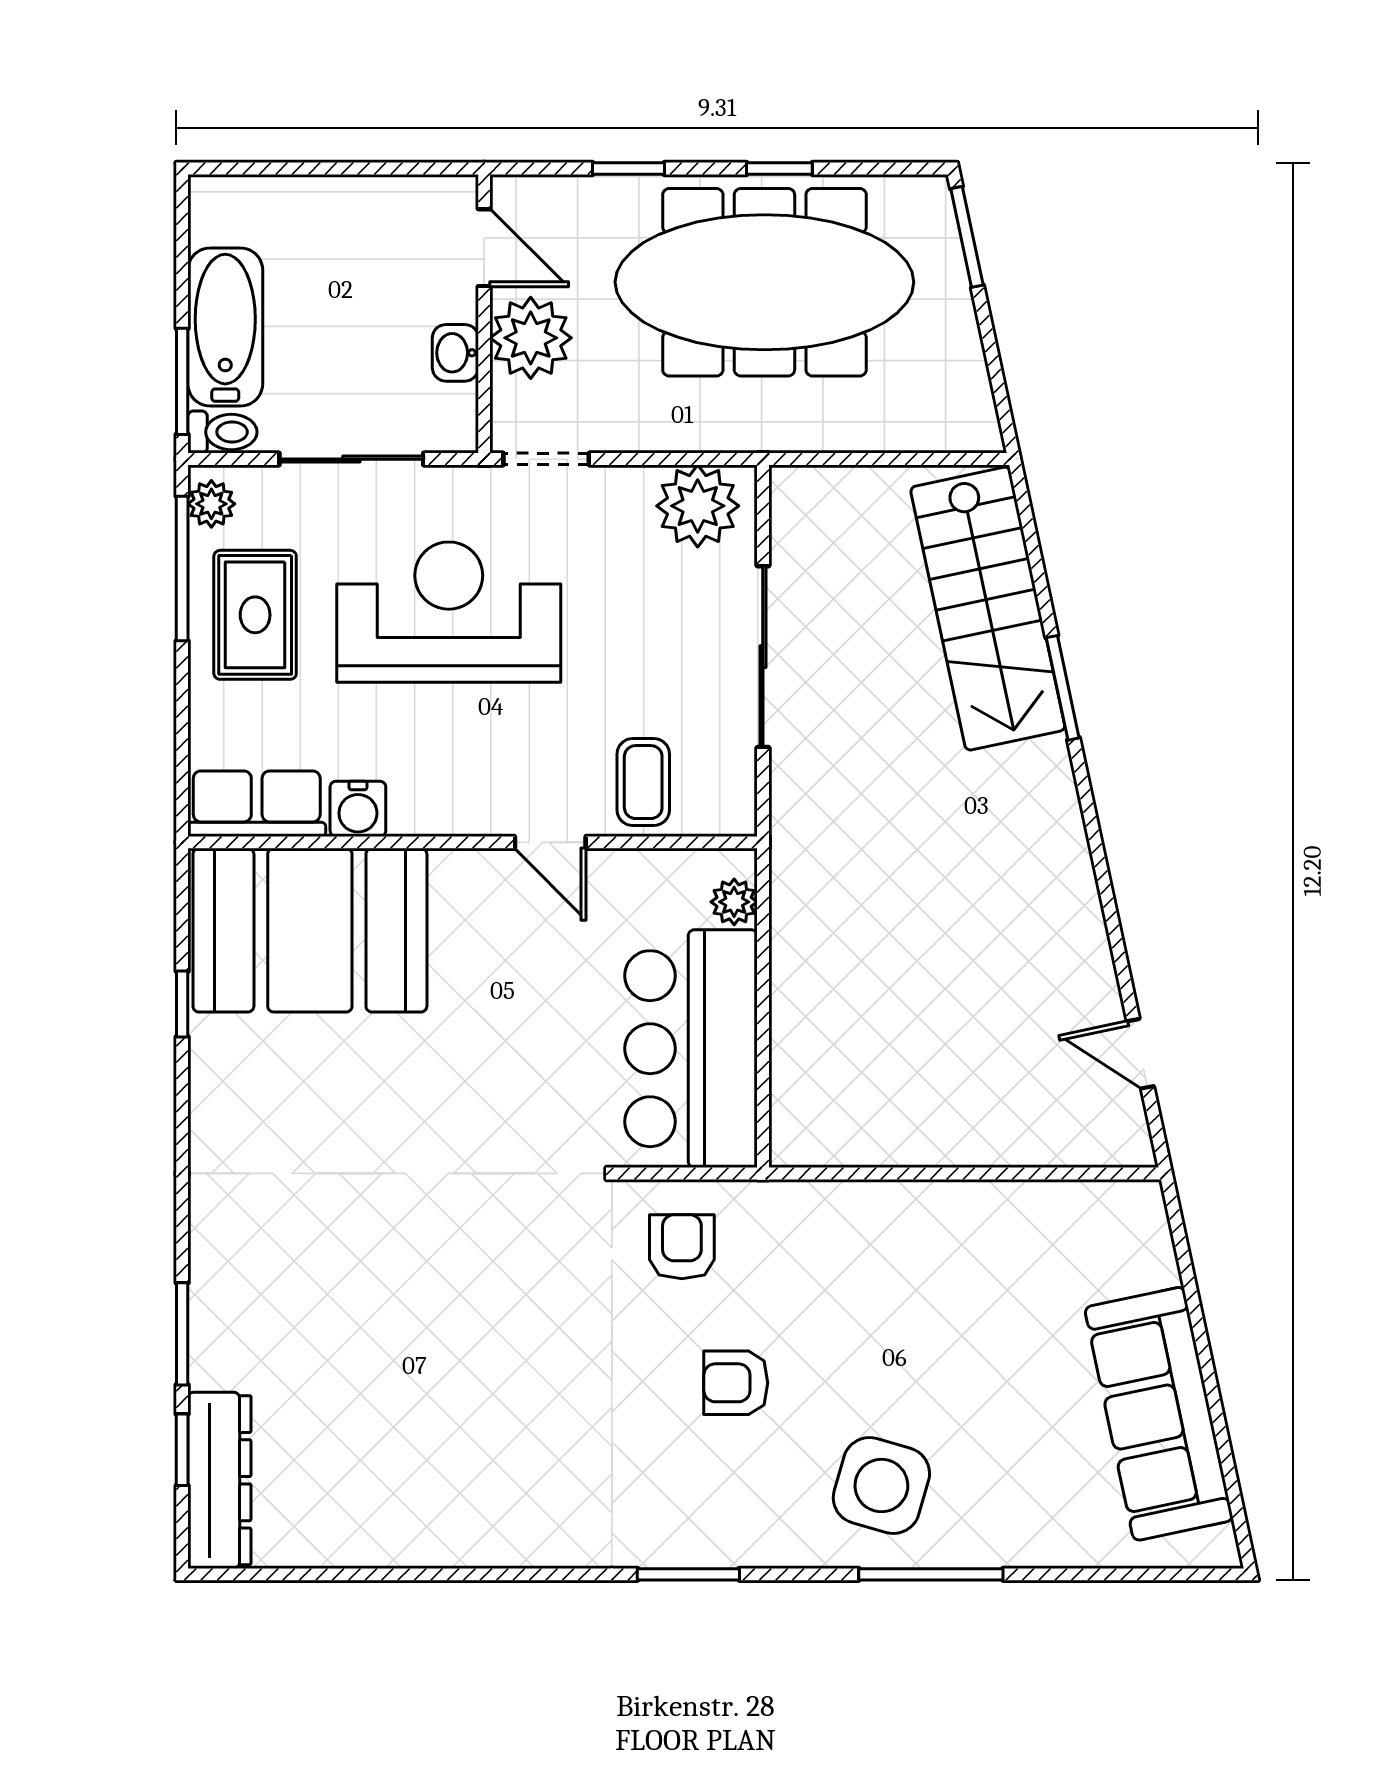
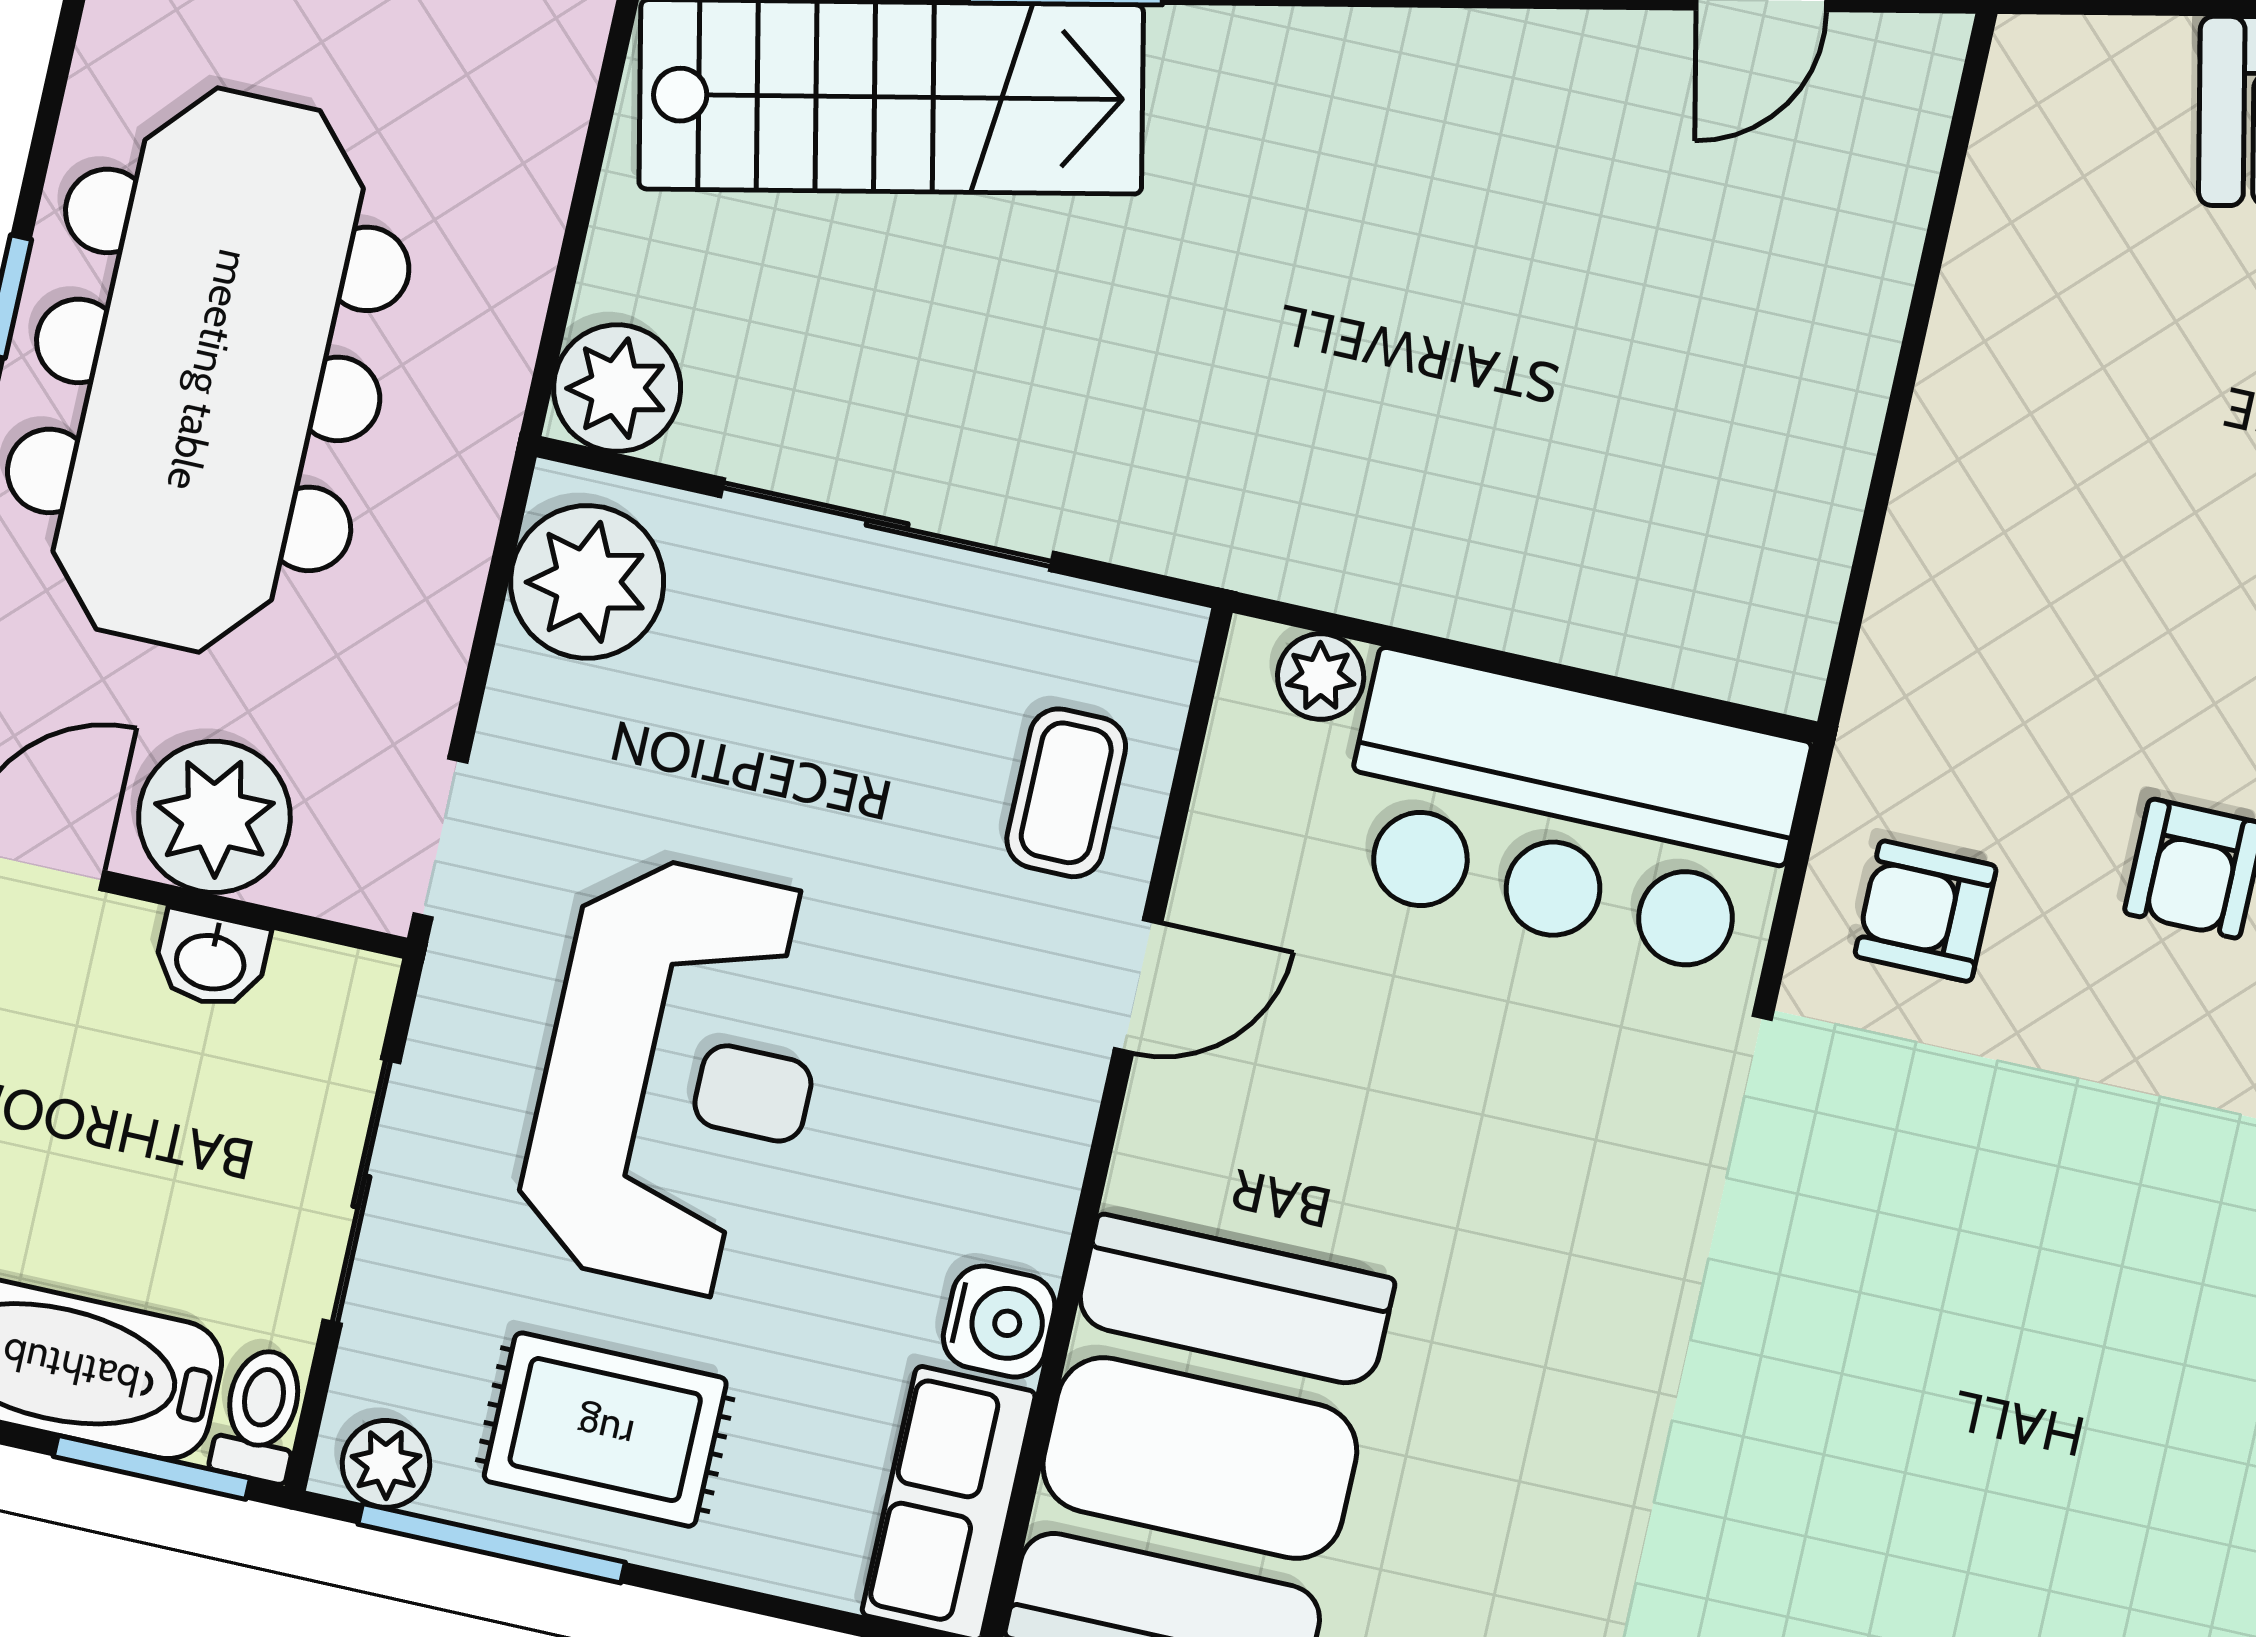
plant: (803, 499) -> (617, 388), added
reception desk: (449, 612) -> (679, 1077), turned 180
coffee table: (643, 782) -> (1066, 793), turned 90

